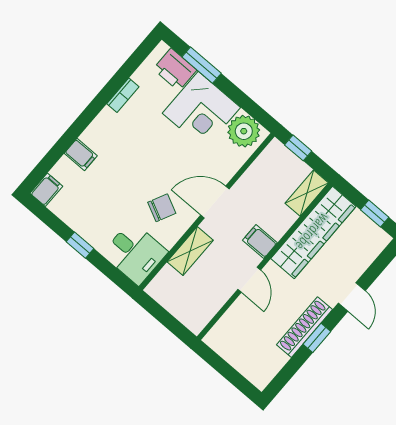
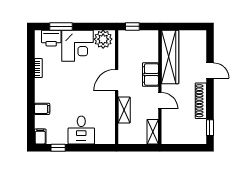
shelving: (307, 193) -> (153, 132), moved
chair: (162, 208) -> (96, 102), removed
window: (375, 213) -> (189, 26), removed
filing cabinet: (260, 242) -> (150, 75), width x2.00
window: (80, 245) -> (58, 148), moved
desk: (135, 253) -> (81, 130), moved, turned 90
window: (317, 338) -> (210, 128), moved

